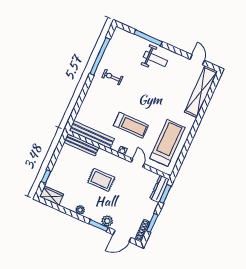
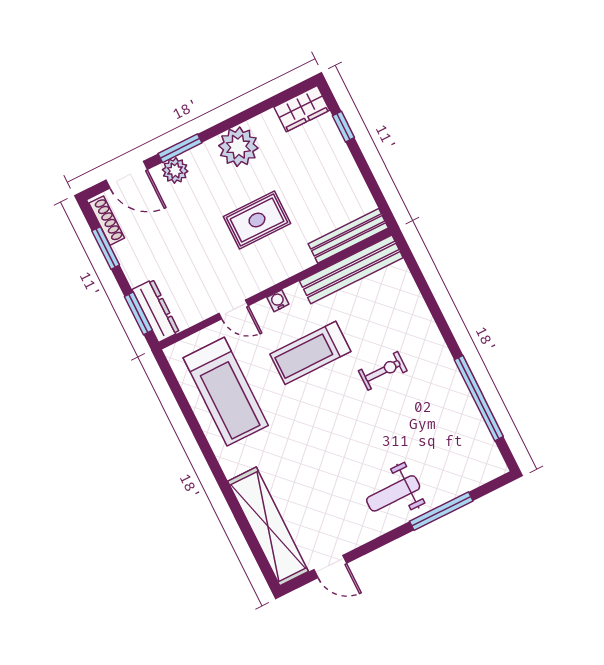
exercise bike: (112, 77) -> (383, 371), moved
plant: (80, 210) -> (238, 147), width x1.87, depth x1.87
door: (122, 236) -> (127, 175), swing flipped

